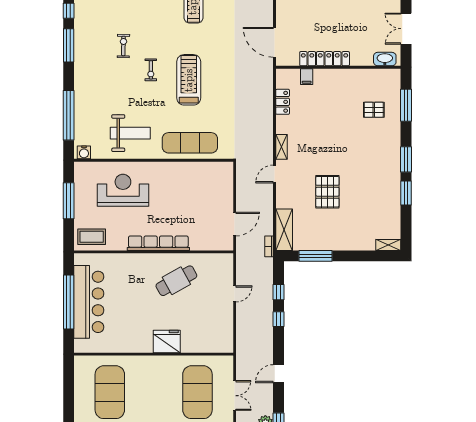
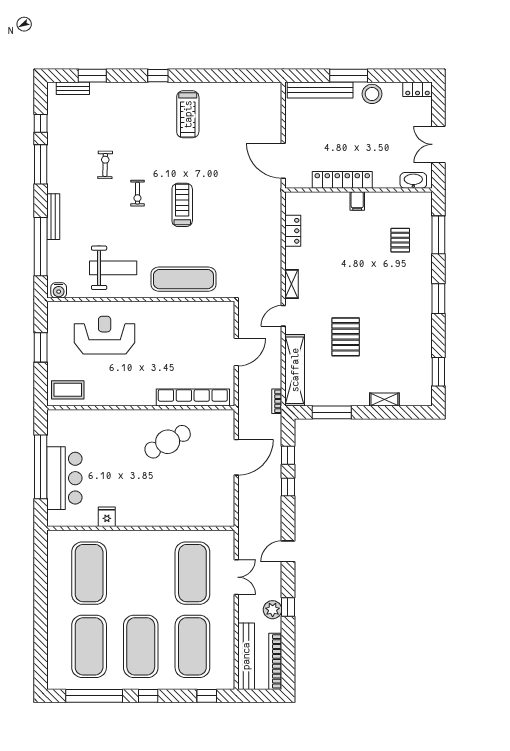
filing cabinet: (307, 77) -> (357, 201), moved
treadmill: (189, 80) -> (182, 205), width x0.73, depth x0.73
bench: (79, 90) -> (53, 217), added
pallet: (374, 110) -> (400, 240), turned 90
window: (406, 193) -> (438, 372), moved
window: (69, 201) -> (41, 347), width x0.69
door: (235, 224) -> (236, 352), moved
shelving: (284, 230) -> (295, 370), width x1.47
row of seats: (158, 243) -> (193, 397), moved
shelving: (388, 245) -> (384, 400), moved
door: (235, 294) -> (236, 457), width x1.87
bar counter: (89, 302) -> (64, 478), width x0.73
fridge: (167, 341) -> (107, 517), moved, width x0.53, depth x0.75

